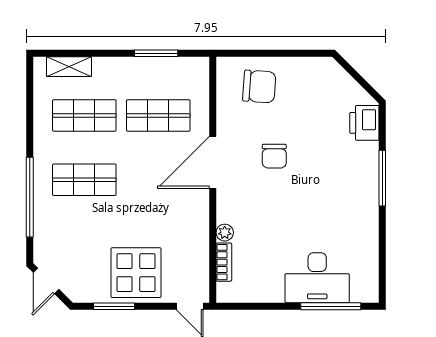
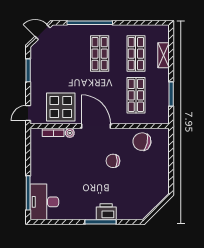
shelving: (69, 67) -> (164, 55), moved
chair: (259, 87) -> (142, 142), moved, turned 98
printer: (364, 123) -> (106, 212), moved
door: (213, 162) -> (96, 126), moved
display table: (136, 273) -> (61, 107), moved
desk: (317, 278) -> (44, 202), moved

